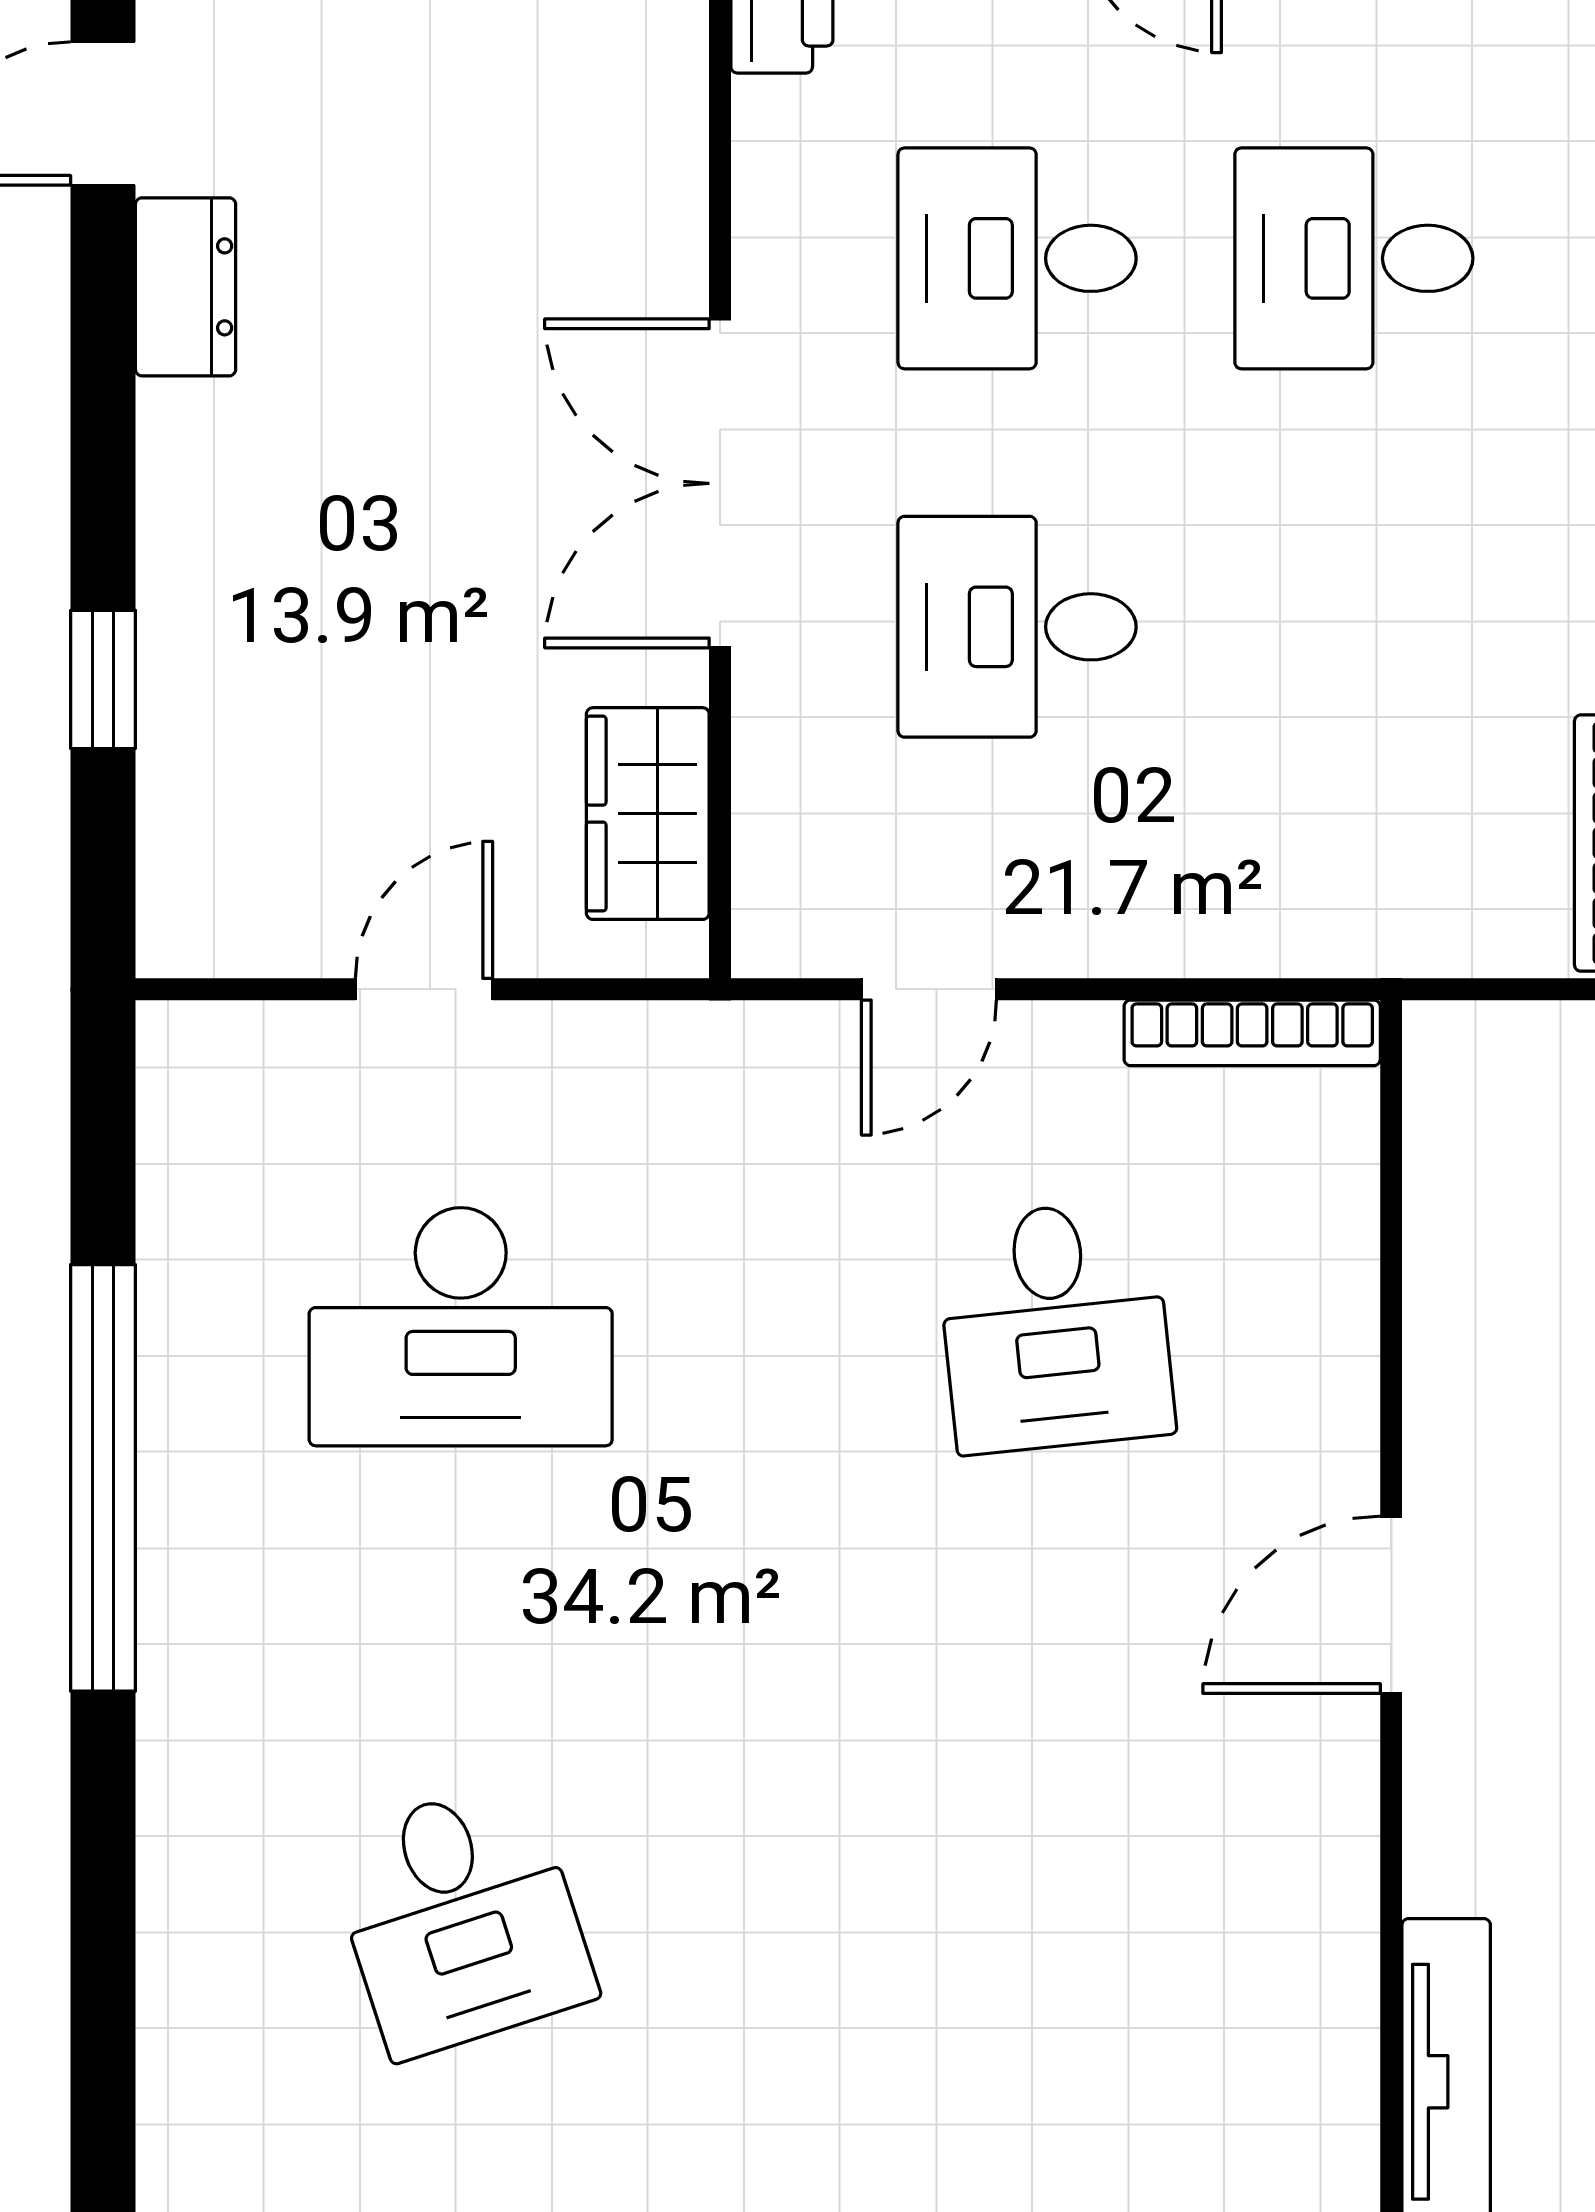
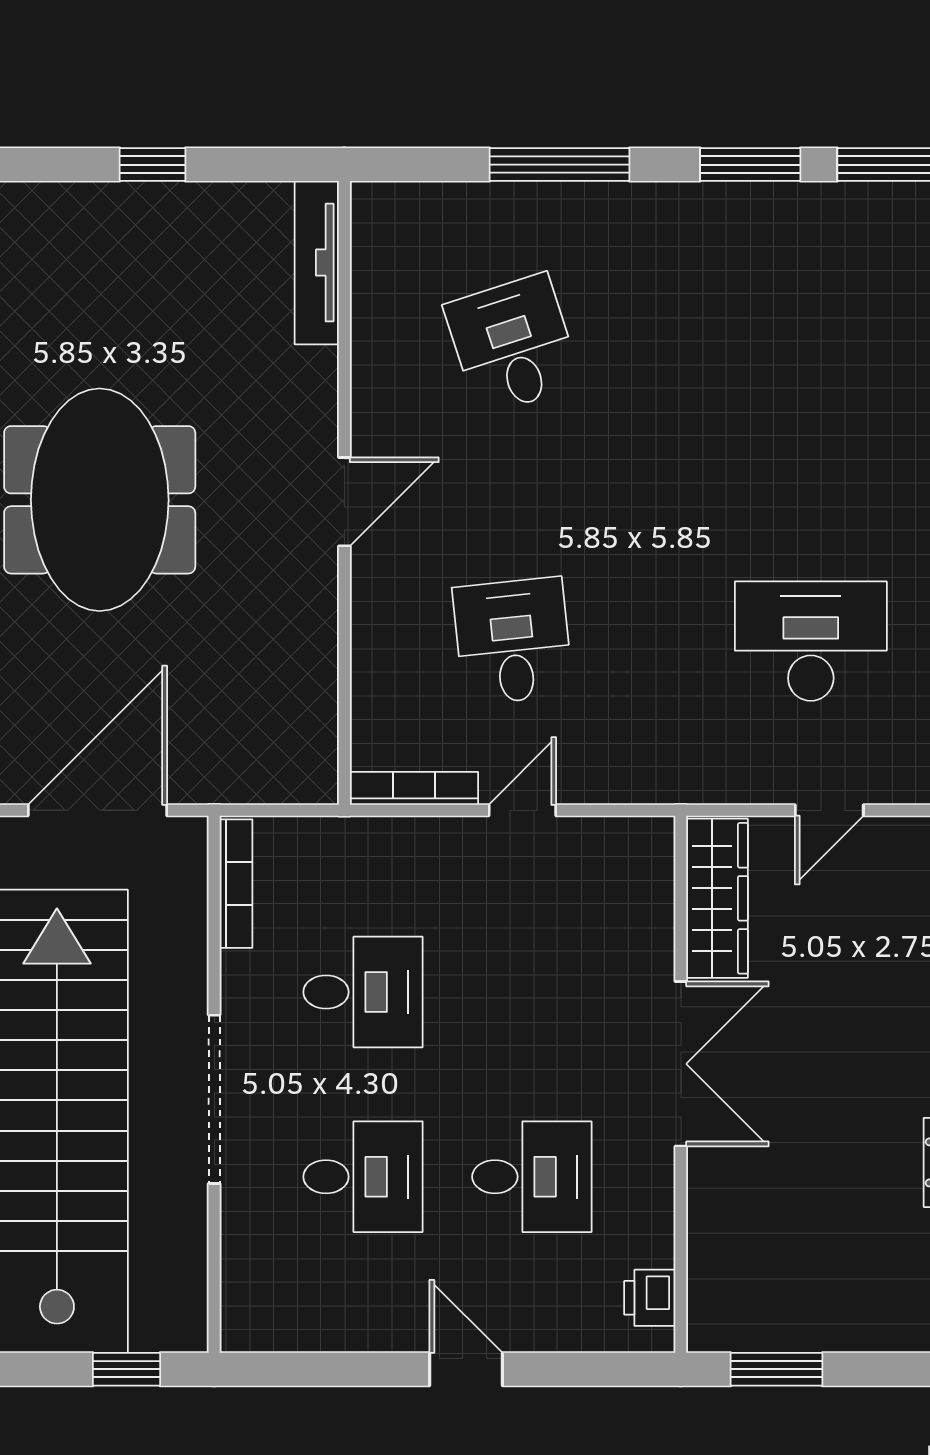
desk: (1017, 627) -> (363, 992), moved
wardrobe: (648, 814) -> (717, 898), width x1.50
door: (929, 989) -> (522, 810), moved
desk: (461, 1918) -> (513, 345), moved

